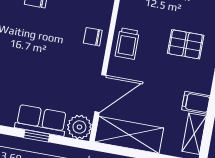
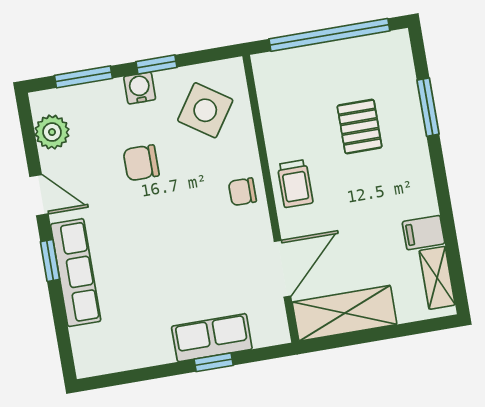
pallet: (186, 44) -> (360, 127), moved, turned 90
plant: (79, 127) -> (270, 327), removed

